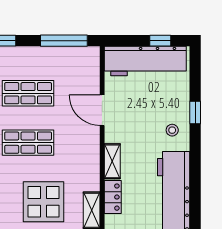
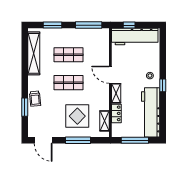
window: (160, 41) -> (129, 25), moved
door: (102, 110) -> (110, 75), moved
window: (195, 113) -> (163, 85), moved

